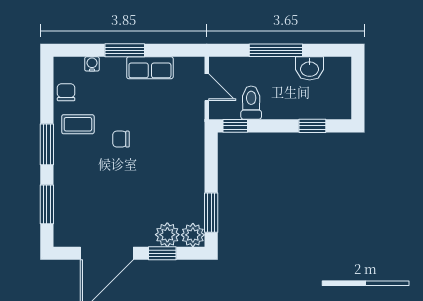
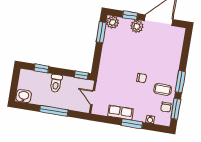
washbasin: (310, 68) -> (24, 96), moved
toilet: (251, 103) -> (56, 83), moved
window: (47, 204) -> (176, 109), moved
plant: (167, 235) -> (137, 26), moved

